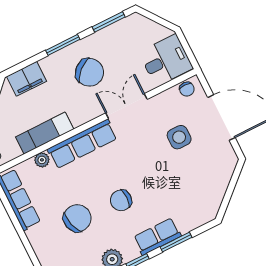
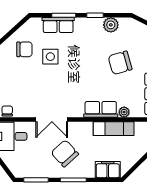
side table: (179, 137) -> (50, 57), moved
row of seats: (82, 144) -> (101, 109), width x0.68
chair: (121, 200) -> (24, 49), moved
row of seats: (157, 236) -> (58, 25), moved

